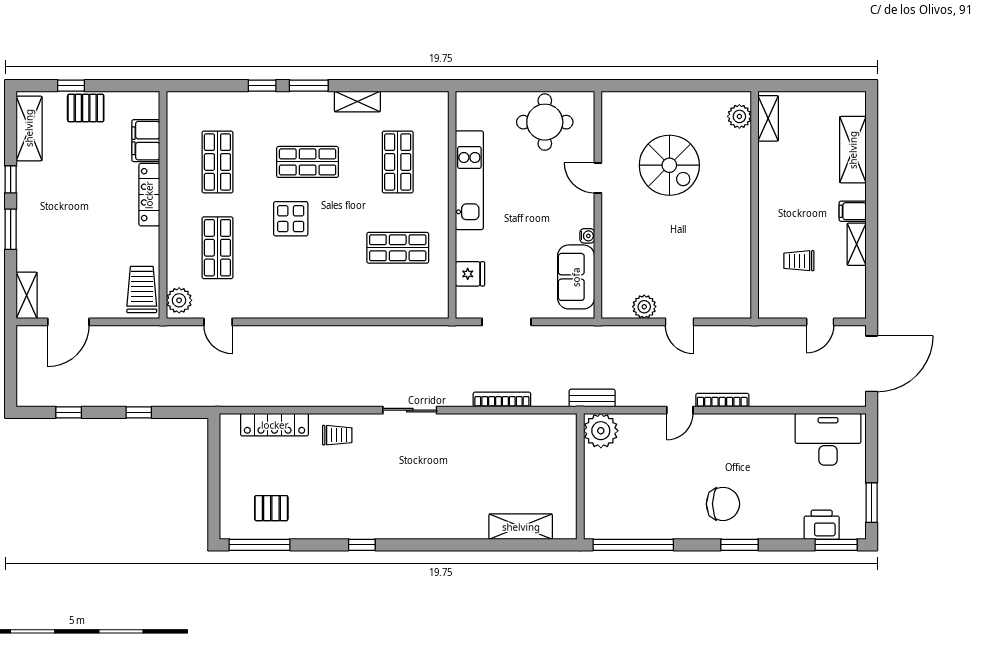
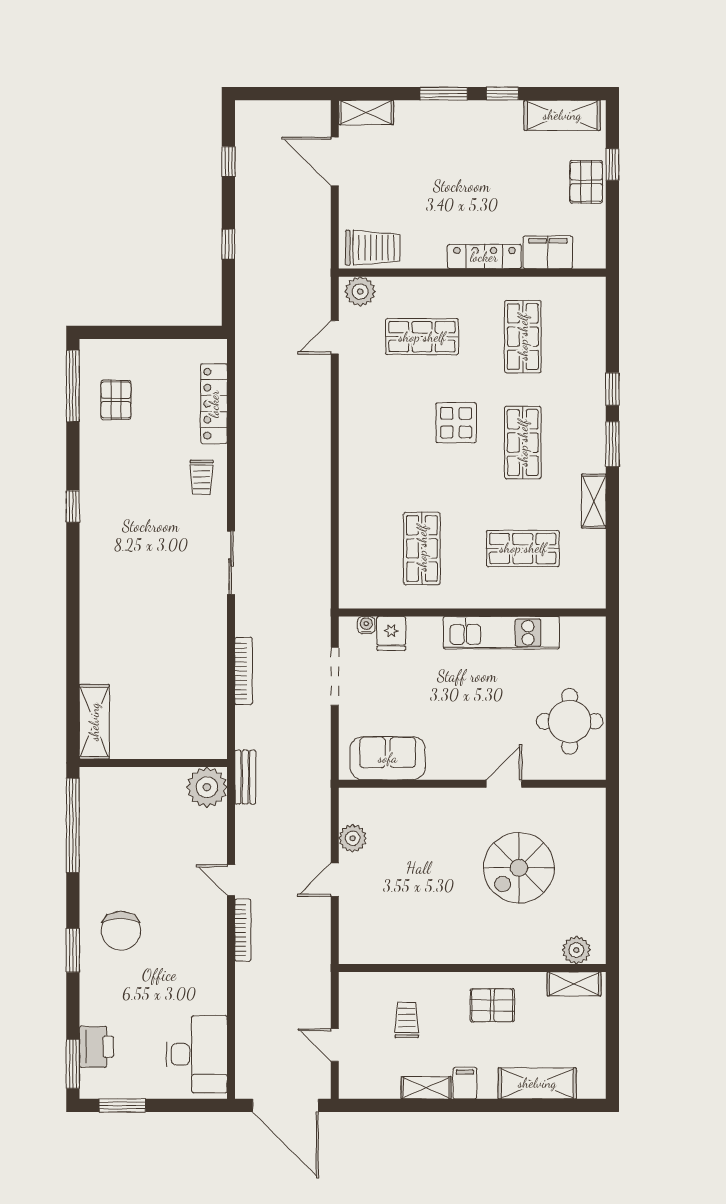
shop shelf: (217, 162) -> (523, 337), turned 90
pallet: (786, 188) -> (492, 1005), added
water cooler: (587, 236) -> (366, 625), moved, turned 180
shelving: (521, 527) -> (94, 722), moved

